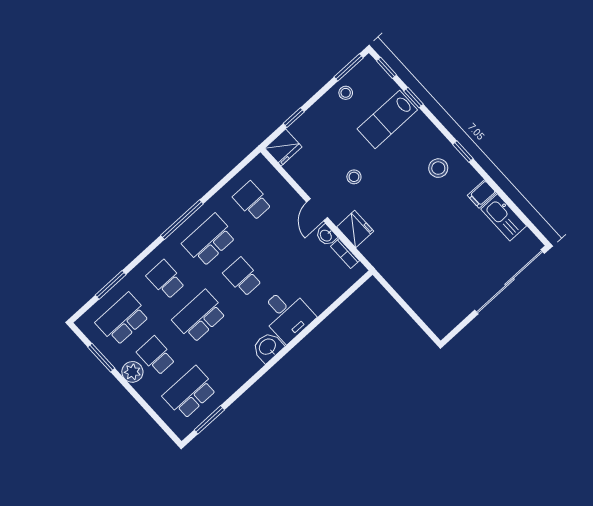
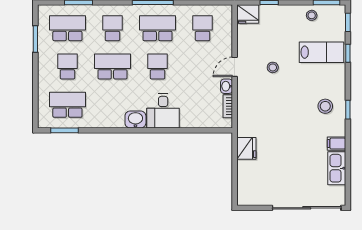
lab bench: (387, 119) -> (321, 52), turned 180
fridge: (355, 229) -> (246, 148), moved
plant: (132, 372) -> (46, 63), removed

